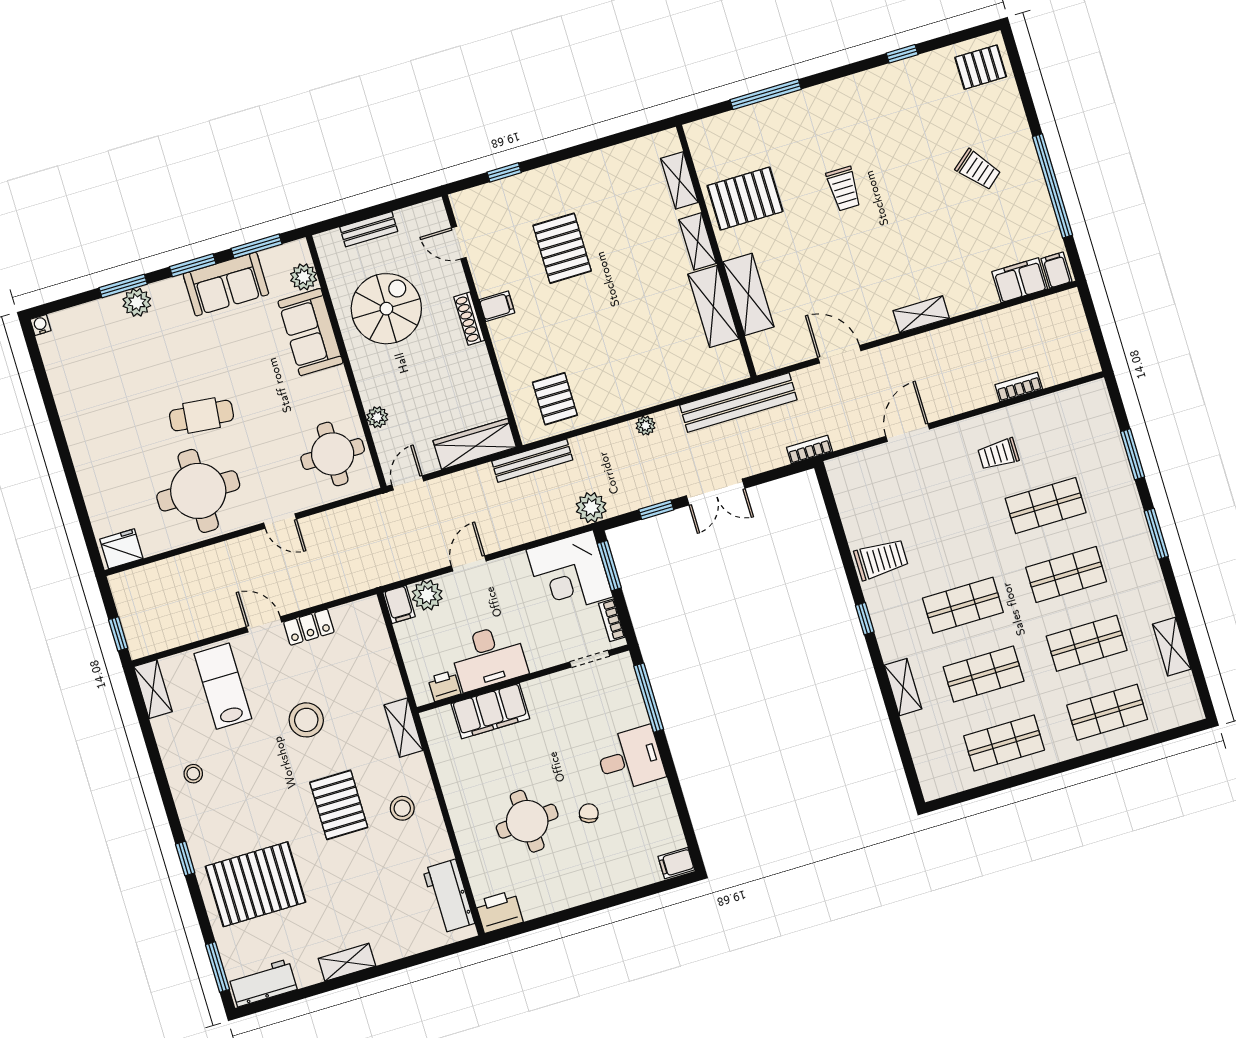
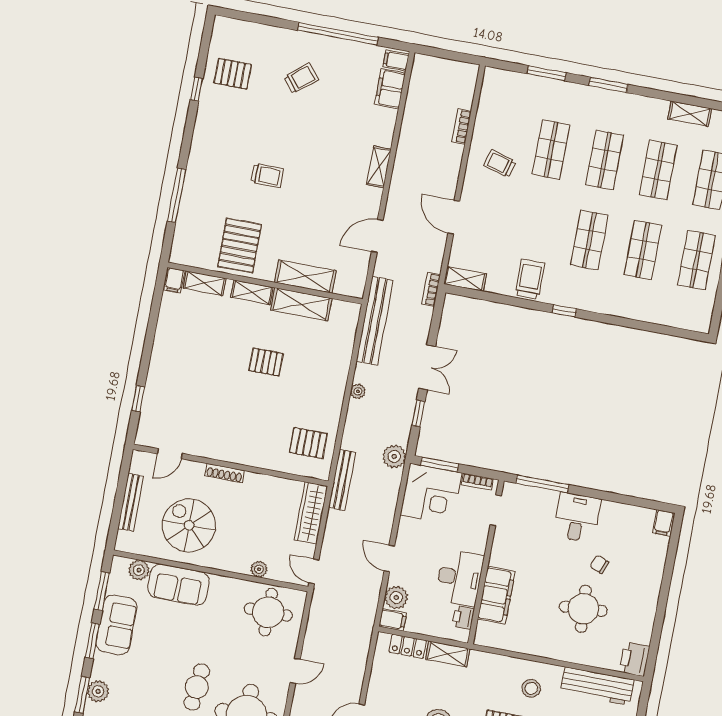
pallet: (981, 67) -> (233, 74), moved, turned 90
bench: (369, 229) -> (131, 502), width x1.36
pallet: (562, 248) -> (266, 362), moved, width x0.67, depth x0.71
filing cabinet: (497, 306) -> (174, 280), moved, turned 180
trolley: (998, 454) -> (500, 164), turned 106
locker: (309, 627) -> (408, 646), moved, turned 90
shelving: (903, 687) -> (465, 279), moved
shelving: (404, 728) -> (448, 654), moved
workbench: (449, 896) -> (597, 686), width x1.37

